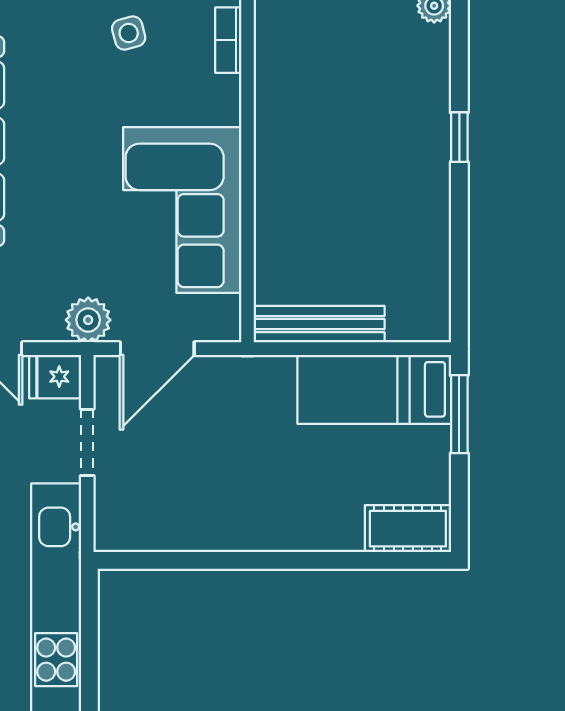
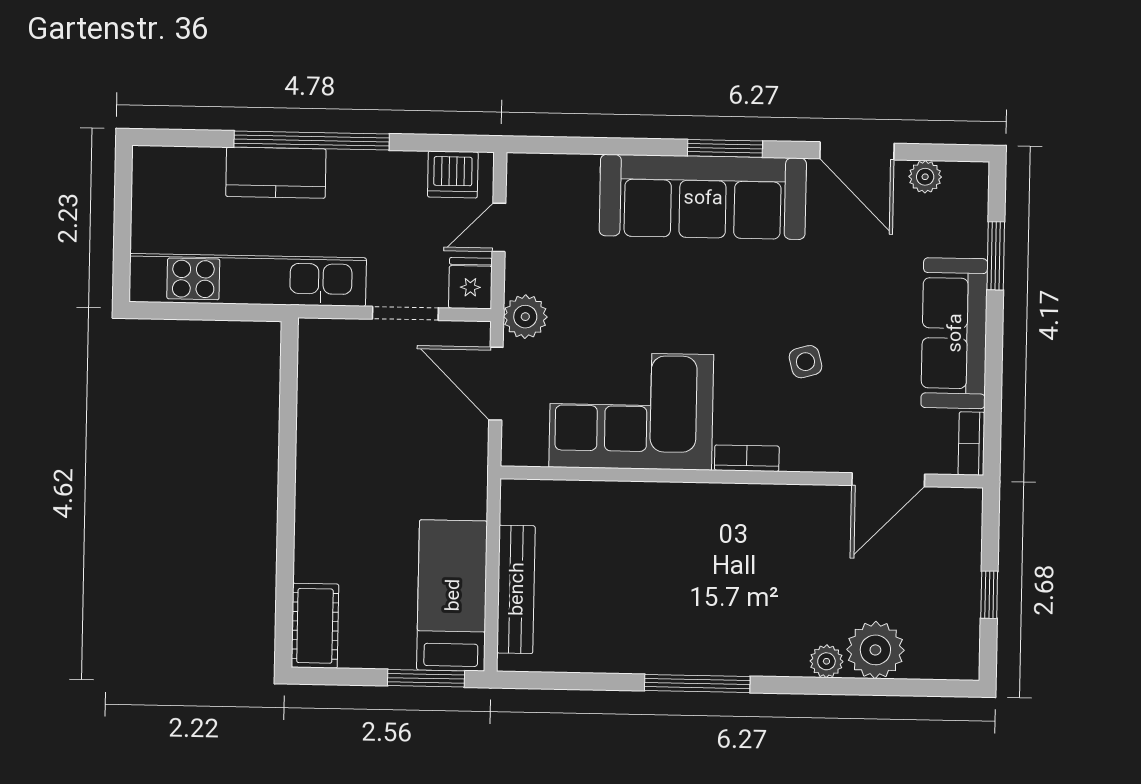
bookcase: (228, 40) -> (747, 458), moved
window: (459, 137) -> (697, 683), width x2.17
bench: (319, 324) -> (516, 589), moved

